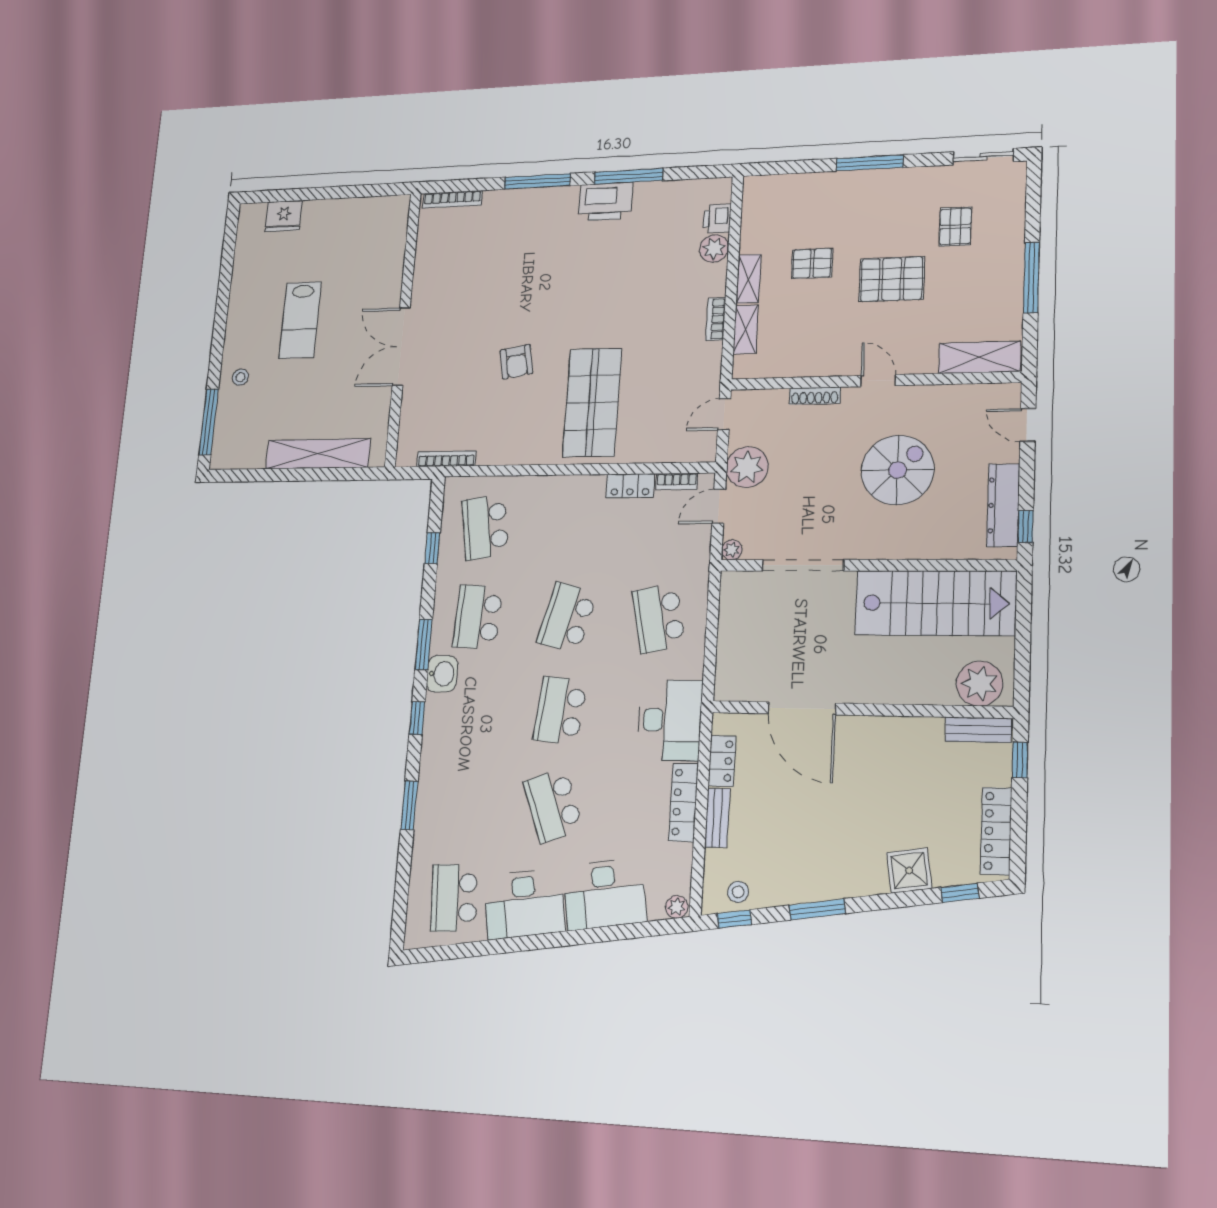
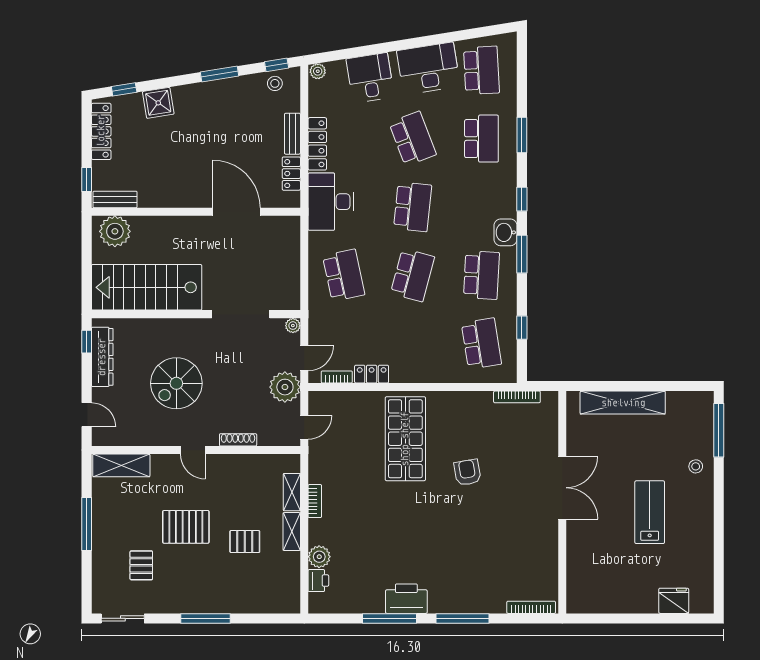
school desk: (462, 802) -> (481, 139), added
desk: (605, 894) -> (370, 78), width x0.73

